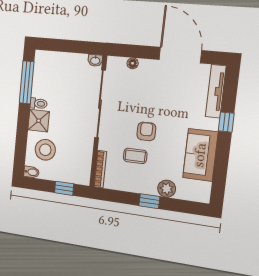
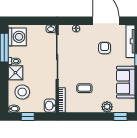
washing machine: (46, 68) -> (17, 37), added
armchair: (146, 131) -> (105, 48), moved
washbasin: (82, 175) -> (50, 106), added
window: (64, 188) -> (28, 116), moved
window: (149, 201) -> (120, 116), moved

